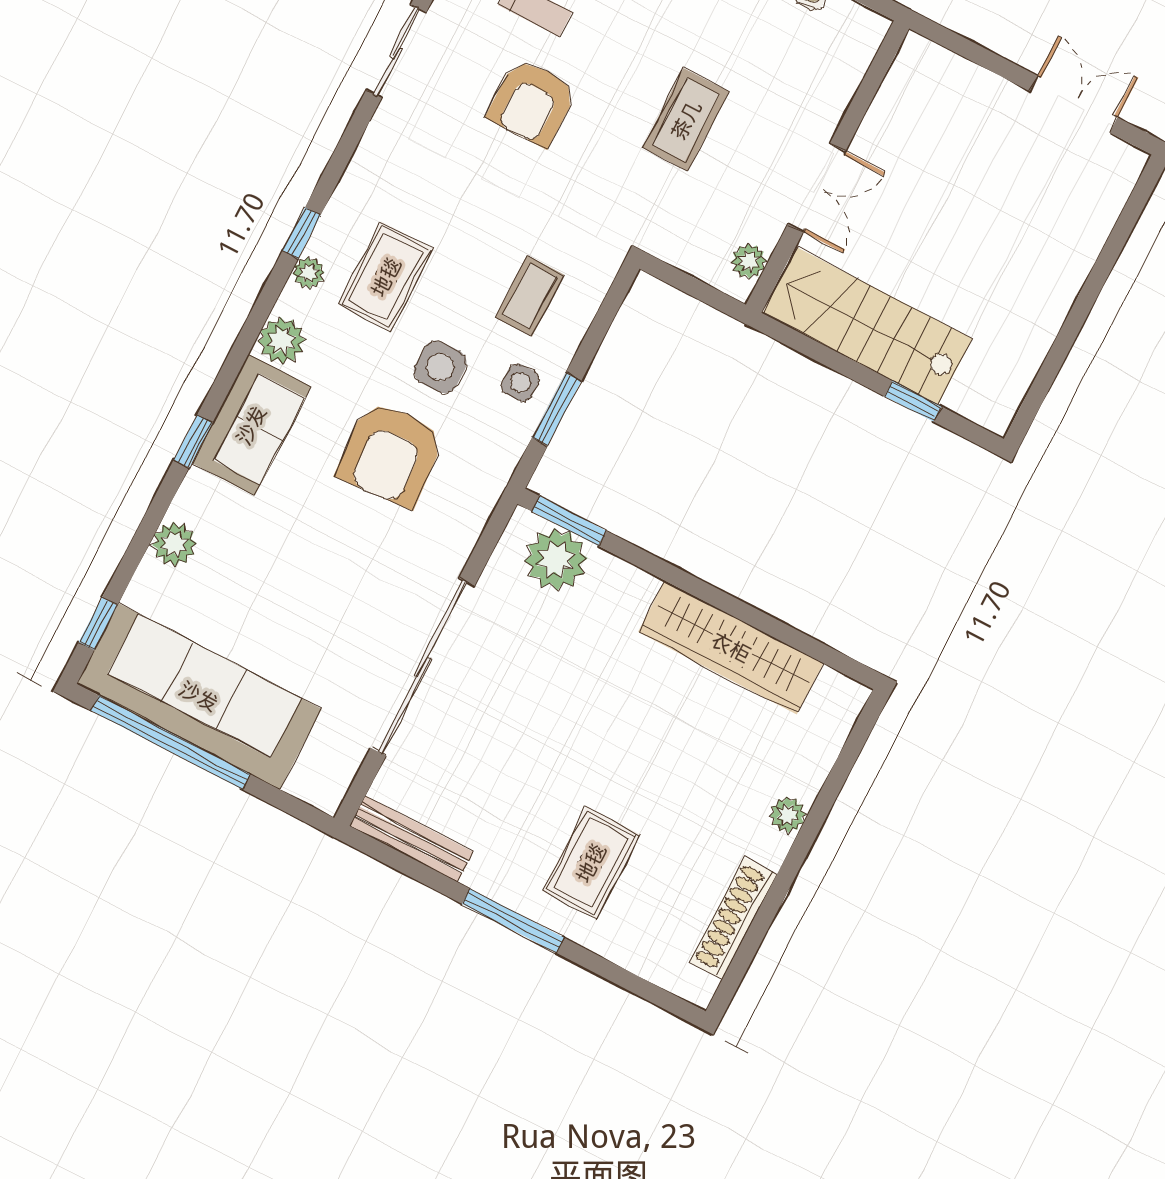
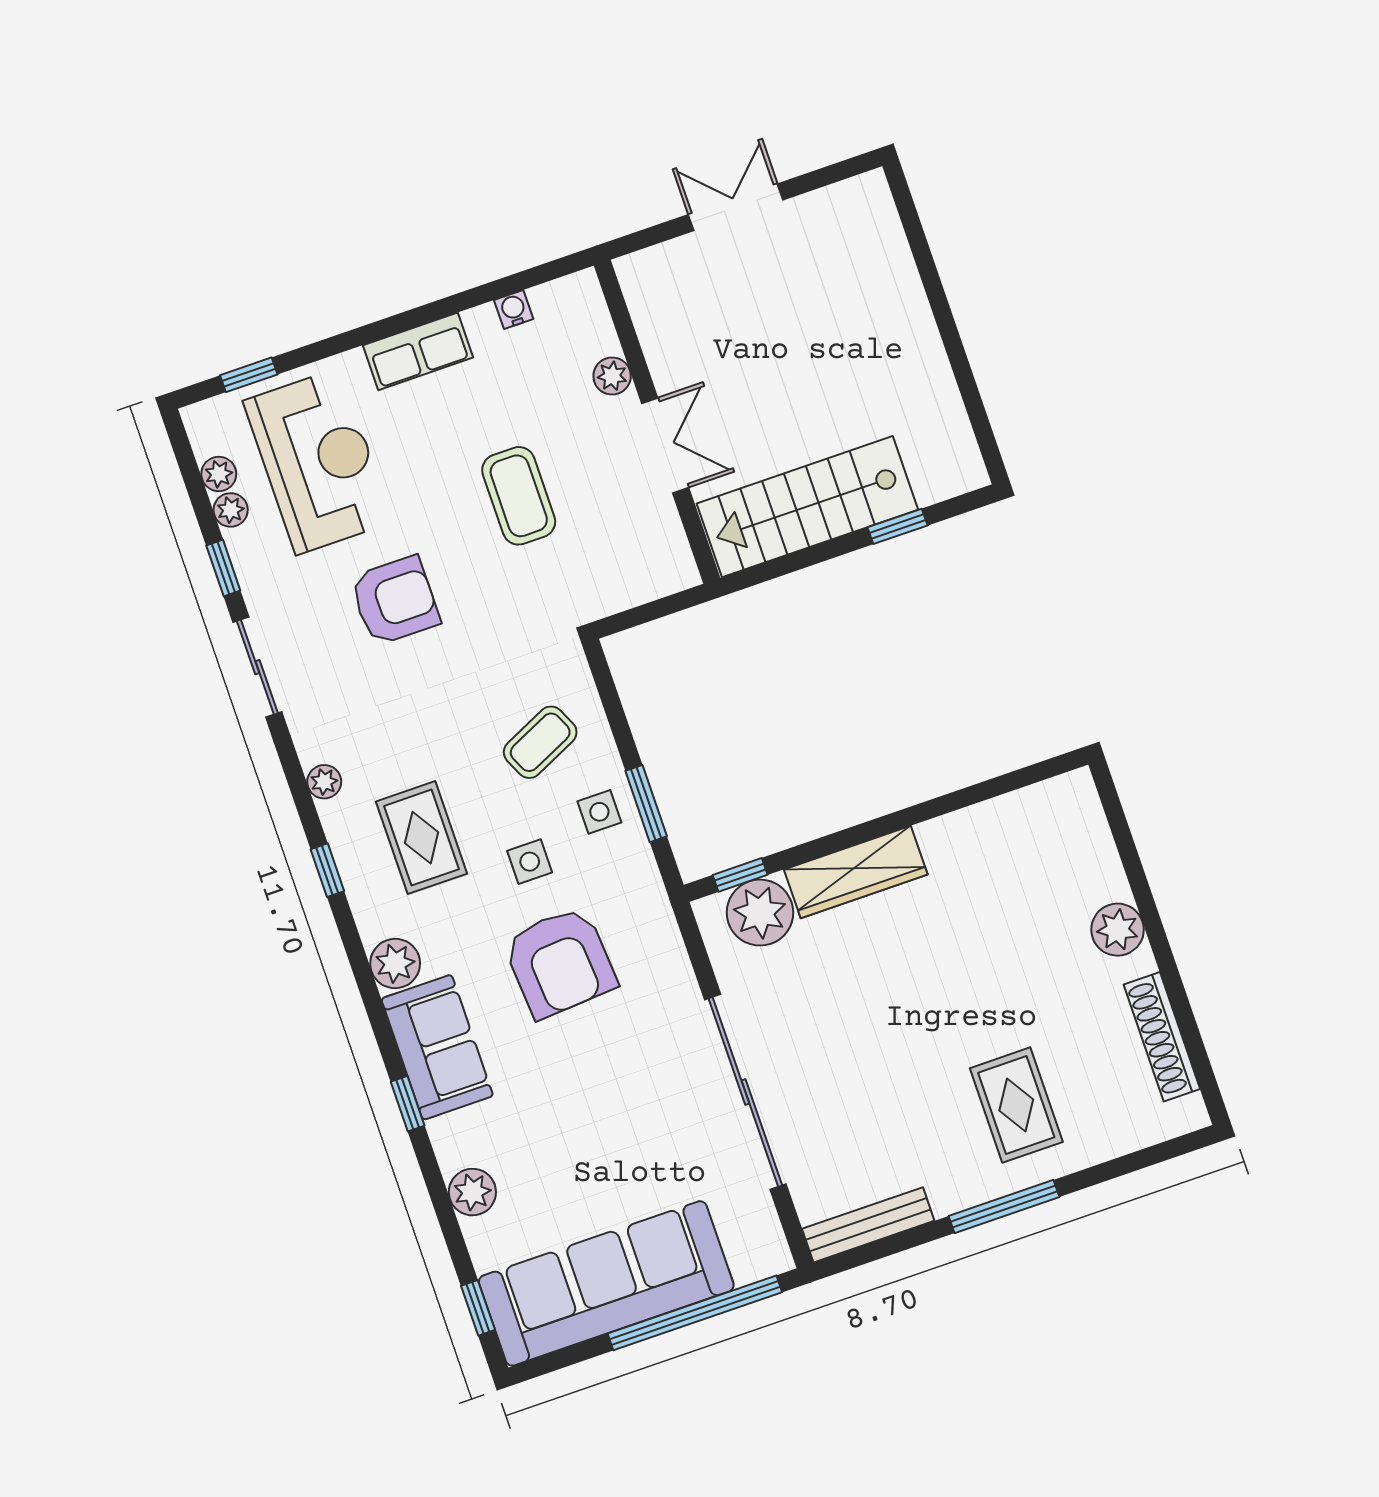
armchair: (532, 103) -> (395, 601), turned -90
double door: (1074, 104) -> (736, 207), moved
plant: (749, 261) -> (612, 376), moved
plant: (309, 273) -> (324, 782), moved
coffee table: (530, 296) -> (540, 742), turned 65
side table: (440, 367) -> (530, 862), width x0.73, depth x0.73
window: (569, 521) -> (740, 875), width x0.67
wardrobe: (731, 647) -> (856, 872), moved, width x0.71, depth x0.85
window: (170, 742) -> (695, 1313), moved
plant: (788, 815) -> (1118, 930), width x1.38, depth x1.38

